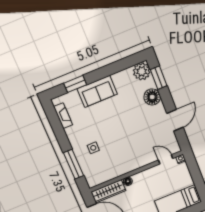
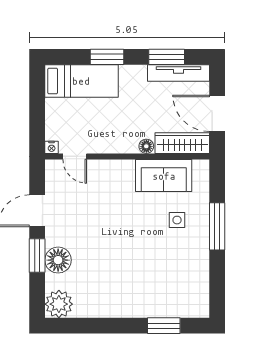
window: (159, 78) -> (37, 256), moved
sofa: (97, 91) -> (164, 176), moved, turned 180
fireplace: (63, 116) -> (201, 287), removed
window: (74, 164) -> (217, 226), moved

